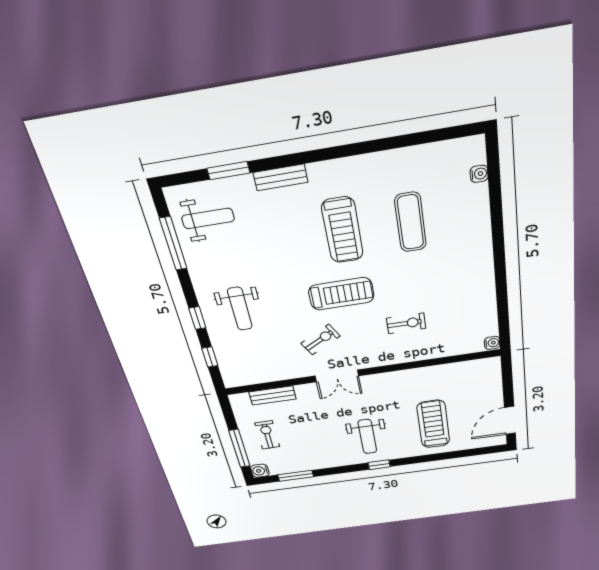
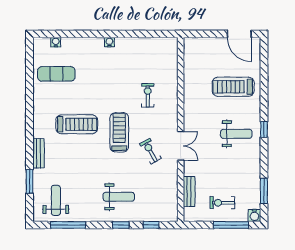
exercise mat: (410, 222) -> (56, 74), moved
water cooler: (492, 343) -> (109, 42), moved

